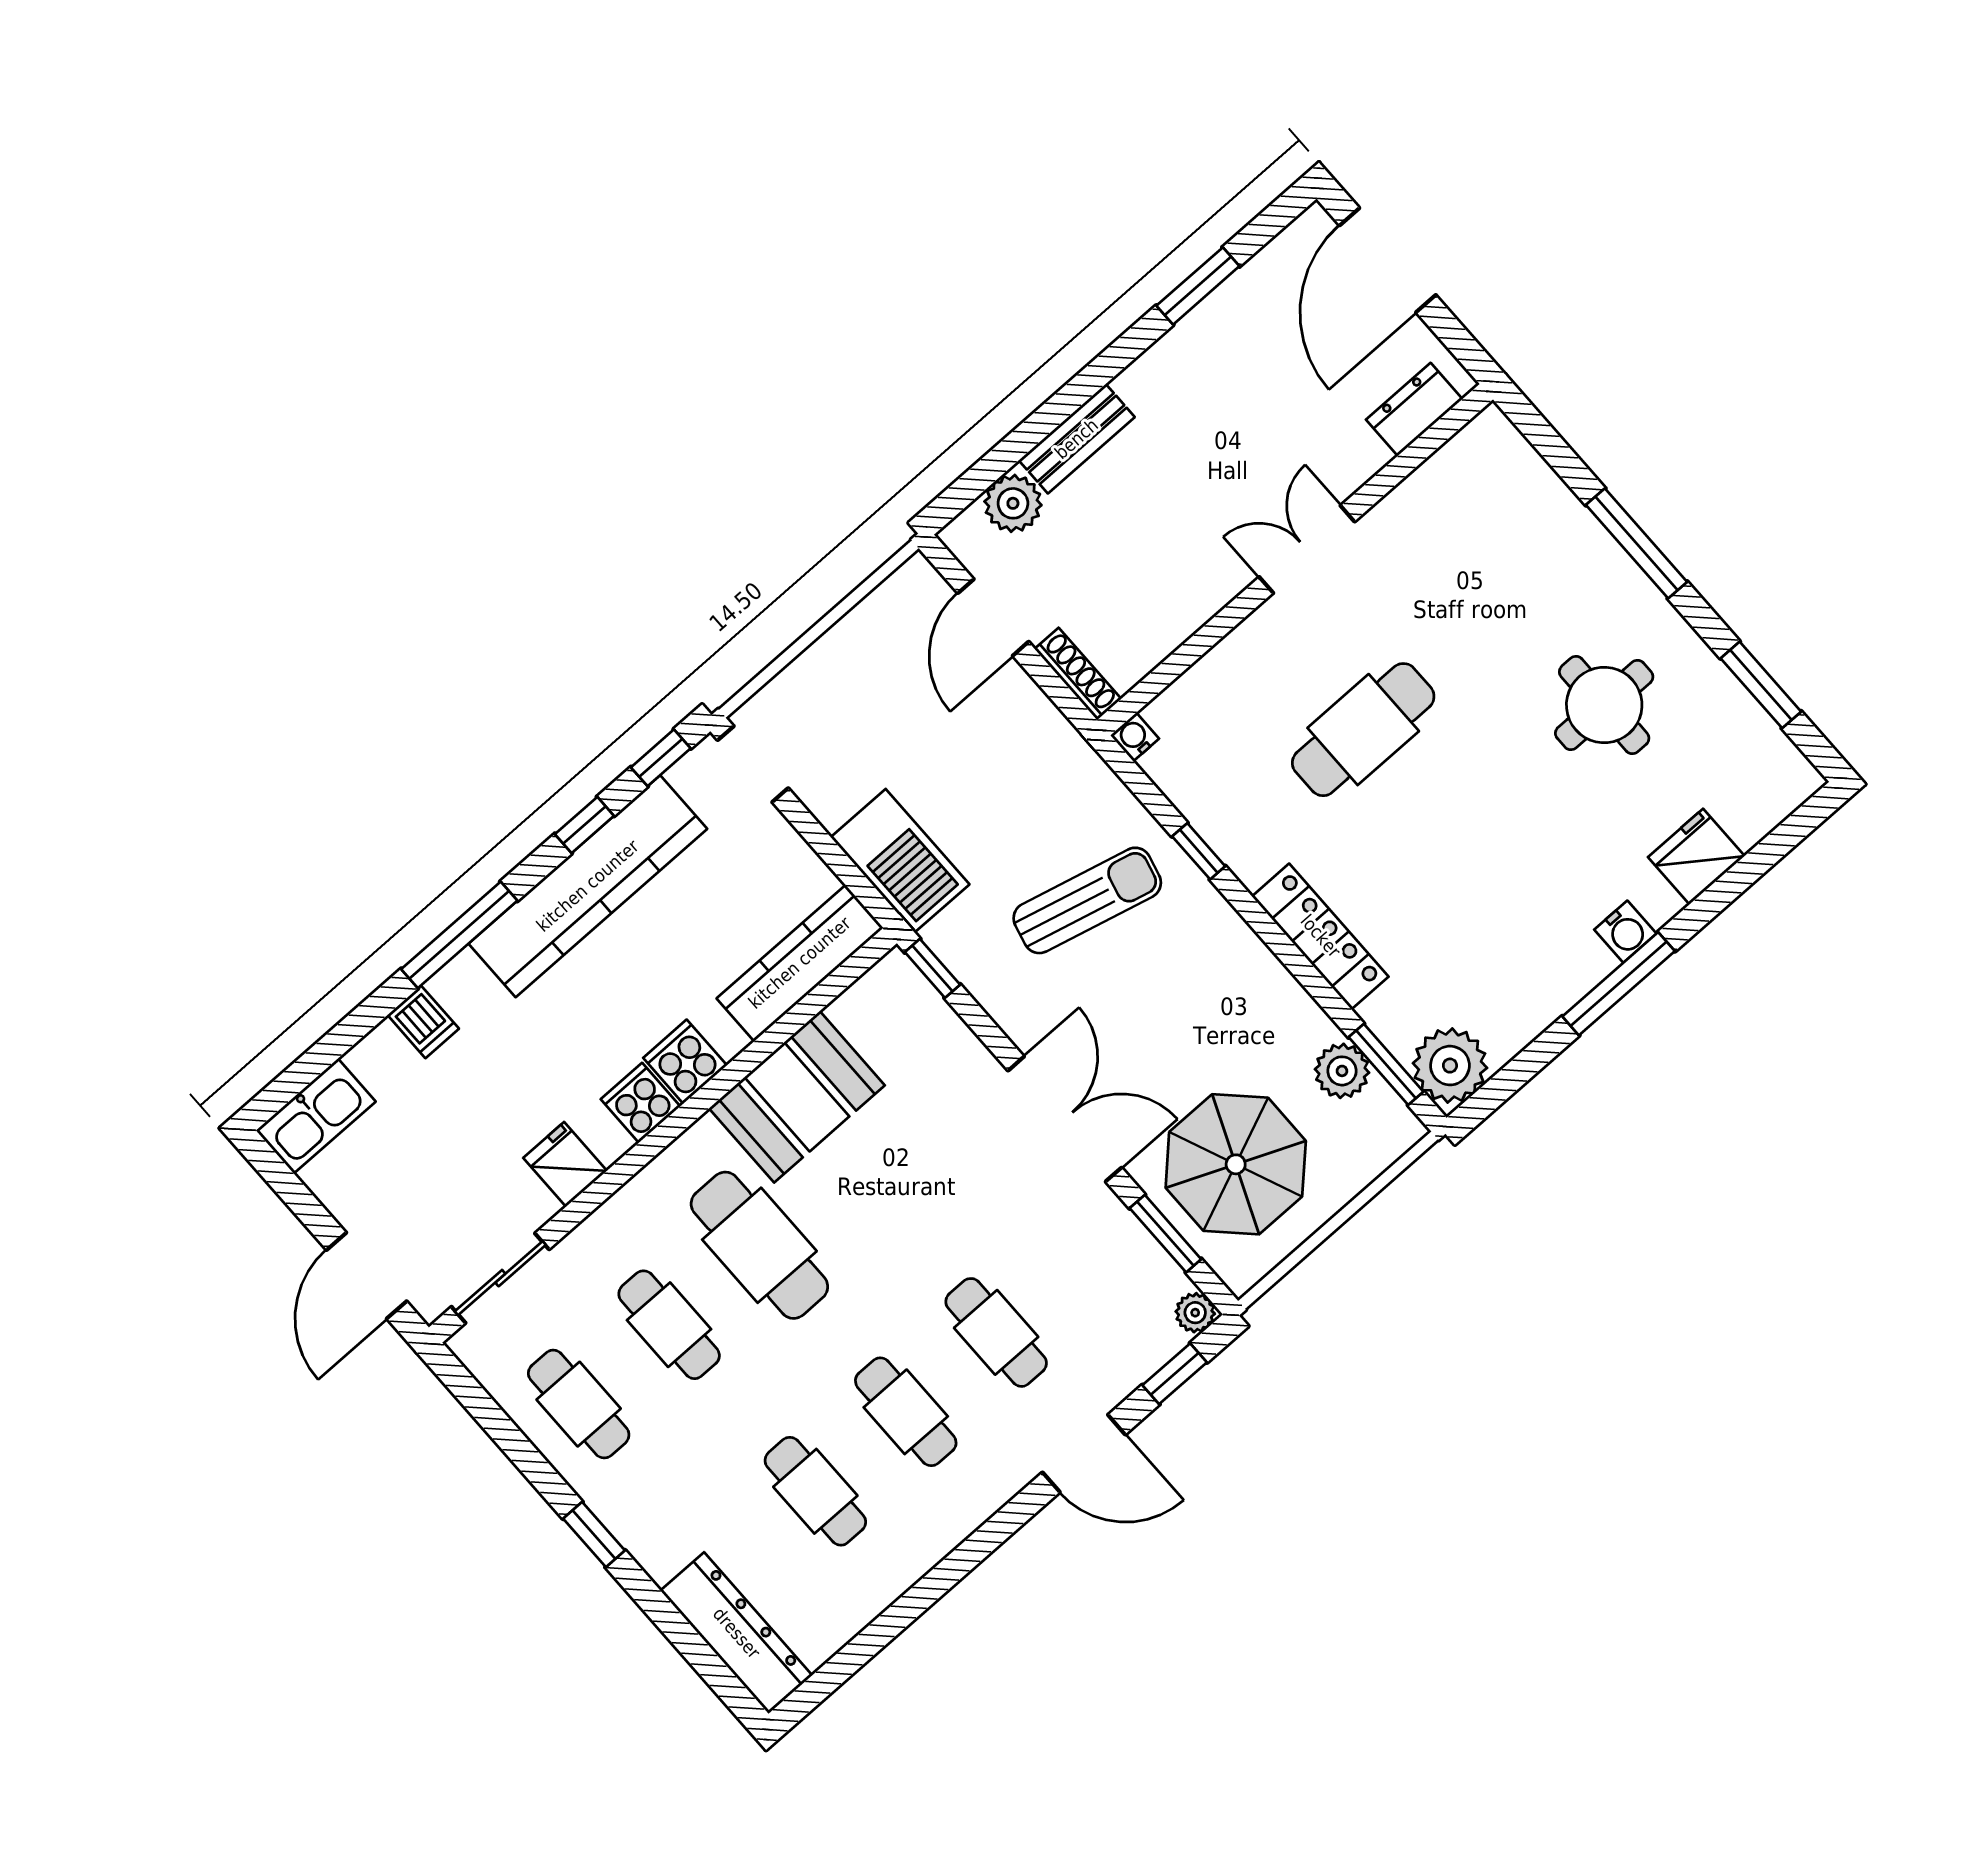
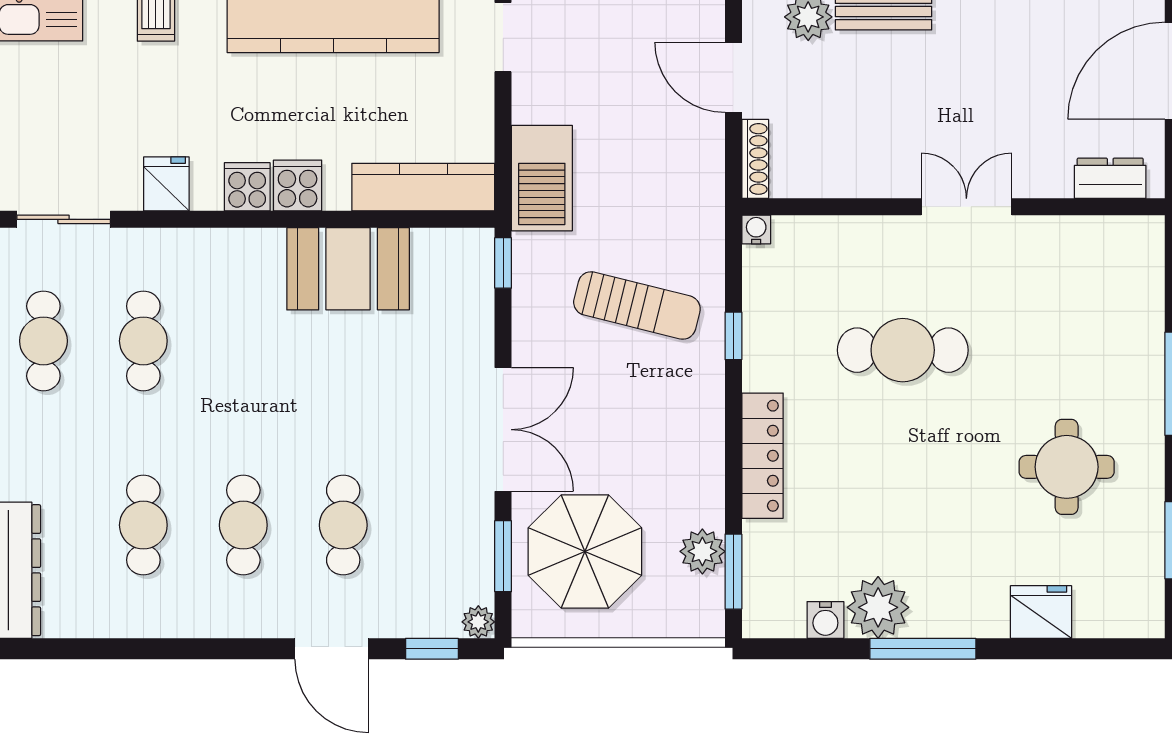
door: (993, 617) -> (733, 77), hinge flipped
water cooler: (1625, 932) -> (825, 620), moved
plant: (1450, 1066) -> (878, 607), moved
cafe table: (759, 1245) -> (243, 341), removed

